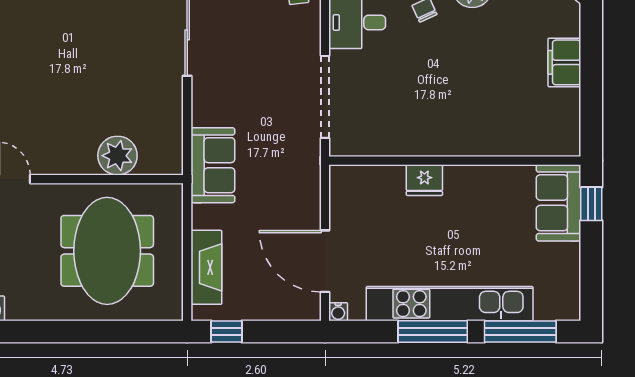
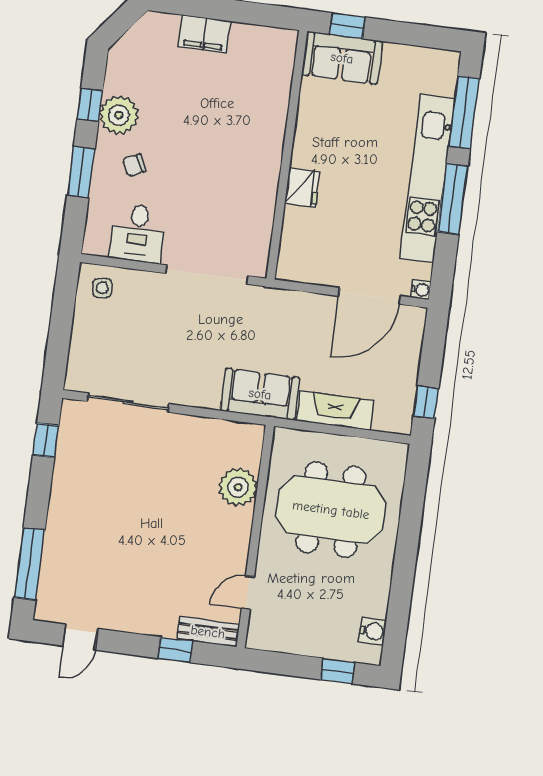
fireplace: (206, 267) -> (335, 411), moved

